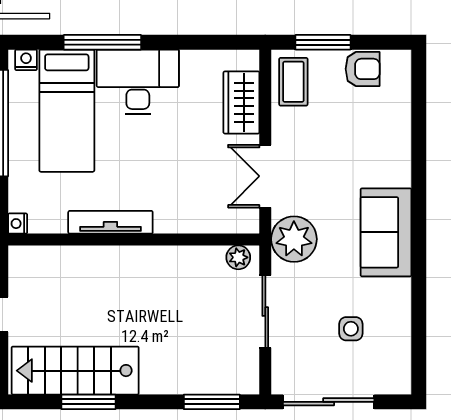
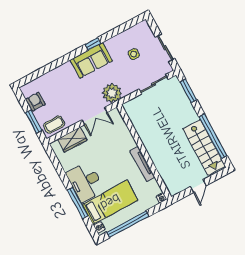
window: (419, 255) -> (93, 44), added
plant: (238, 257) -> (130, 110), removed
sliding door: (265, 312) -> (154, 84), moved
window: (89, 402) -> (213, 136), width x2.11
sliding door: (329, 402) -> (165, 48), width x0.73

